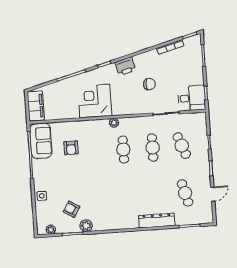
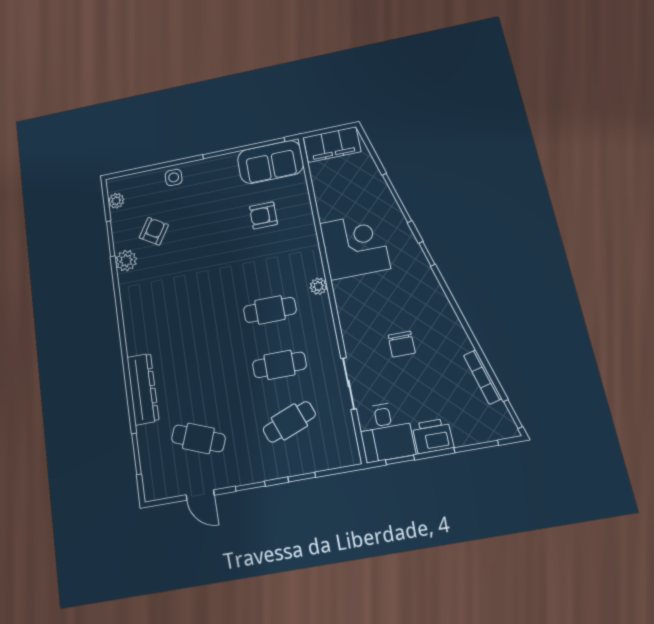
printer: (125, 66) -> (433, 436), moved, turned 105
cafe table: (185, 193) -> (198, 438), turned 36

